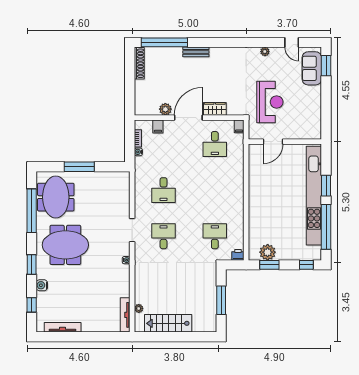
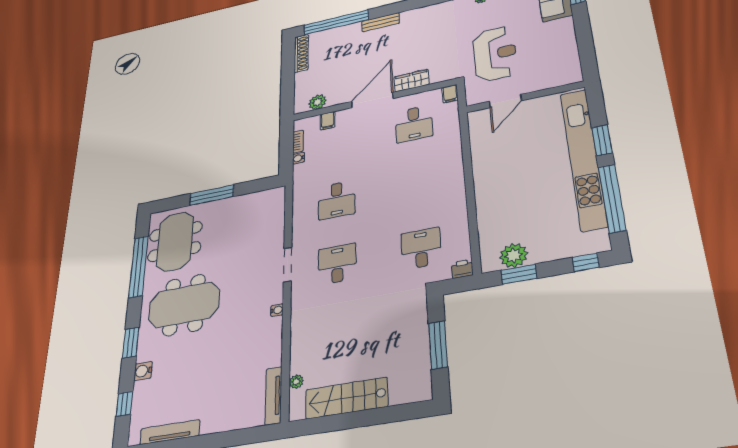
plant: (165, 109) -> (317, 102), moved

